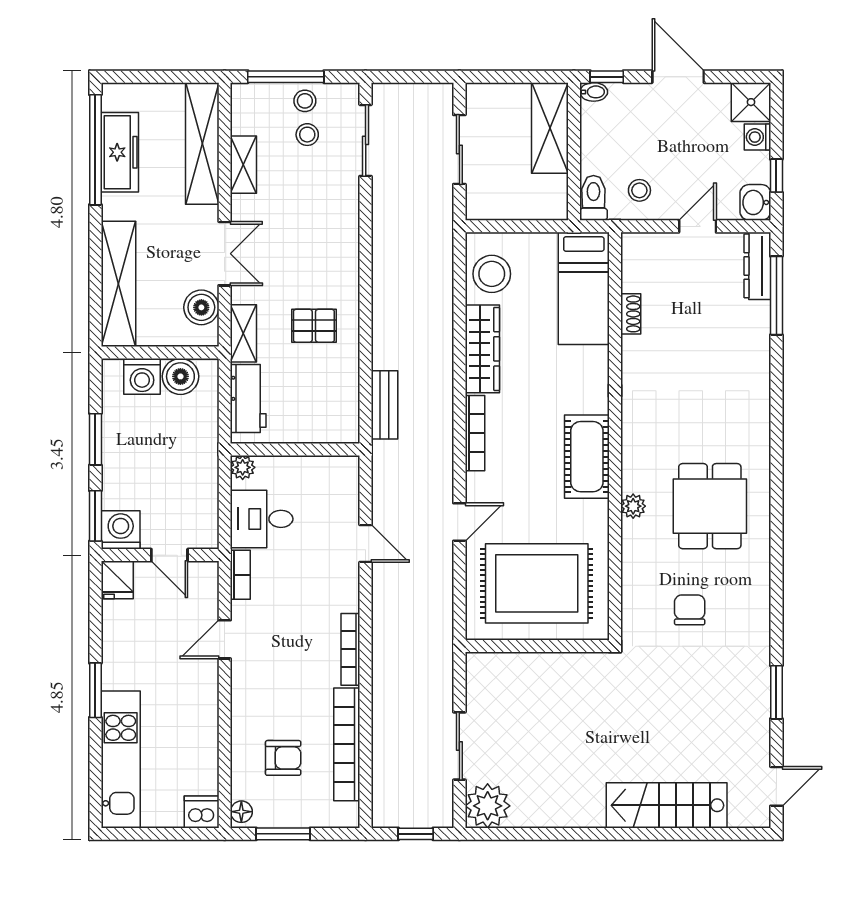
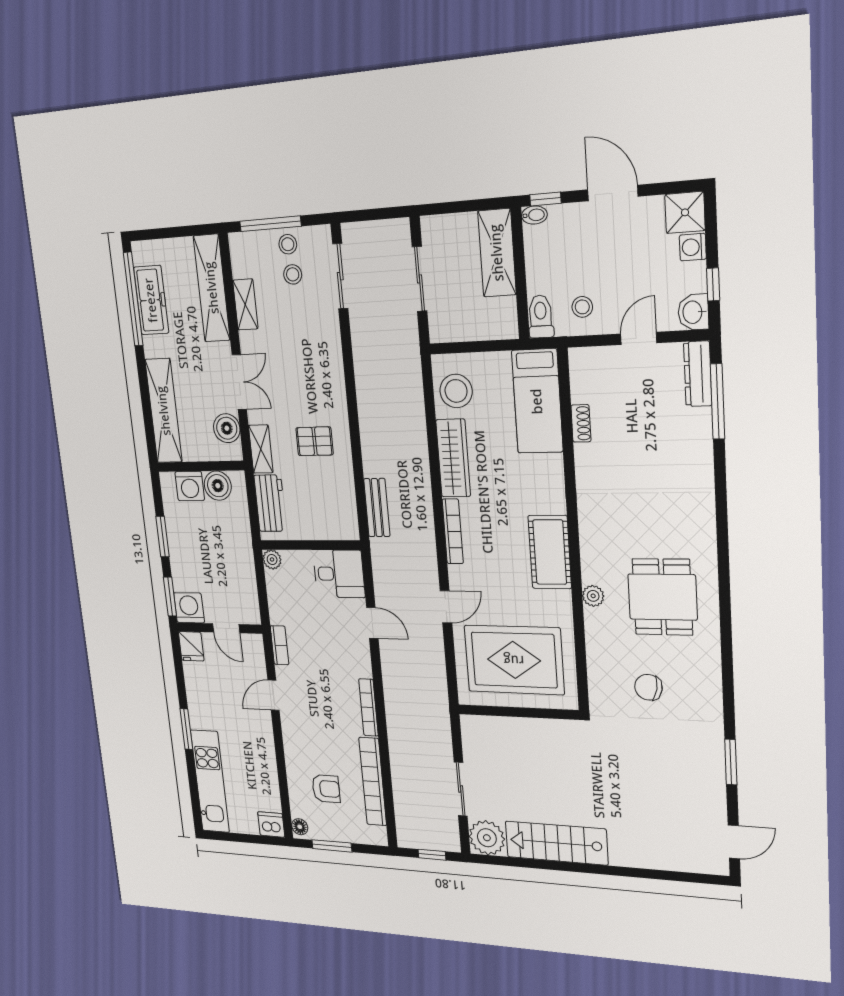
desk: (262, 519) -> (339, 574), moved, turned 180
chair: (690, 610) -> (648, 687), turned -80
stairs: (667, 805) -> (556, 843), moved

